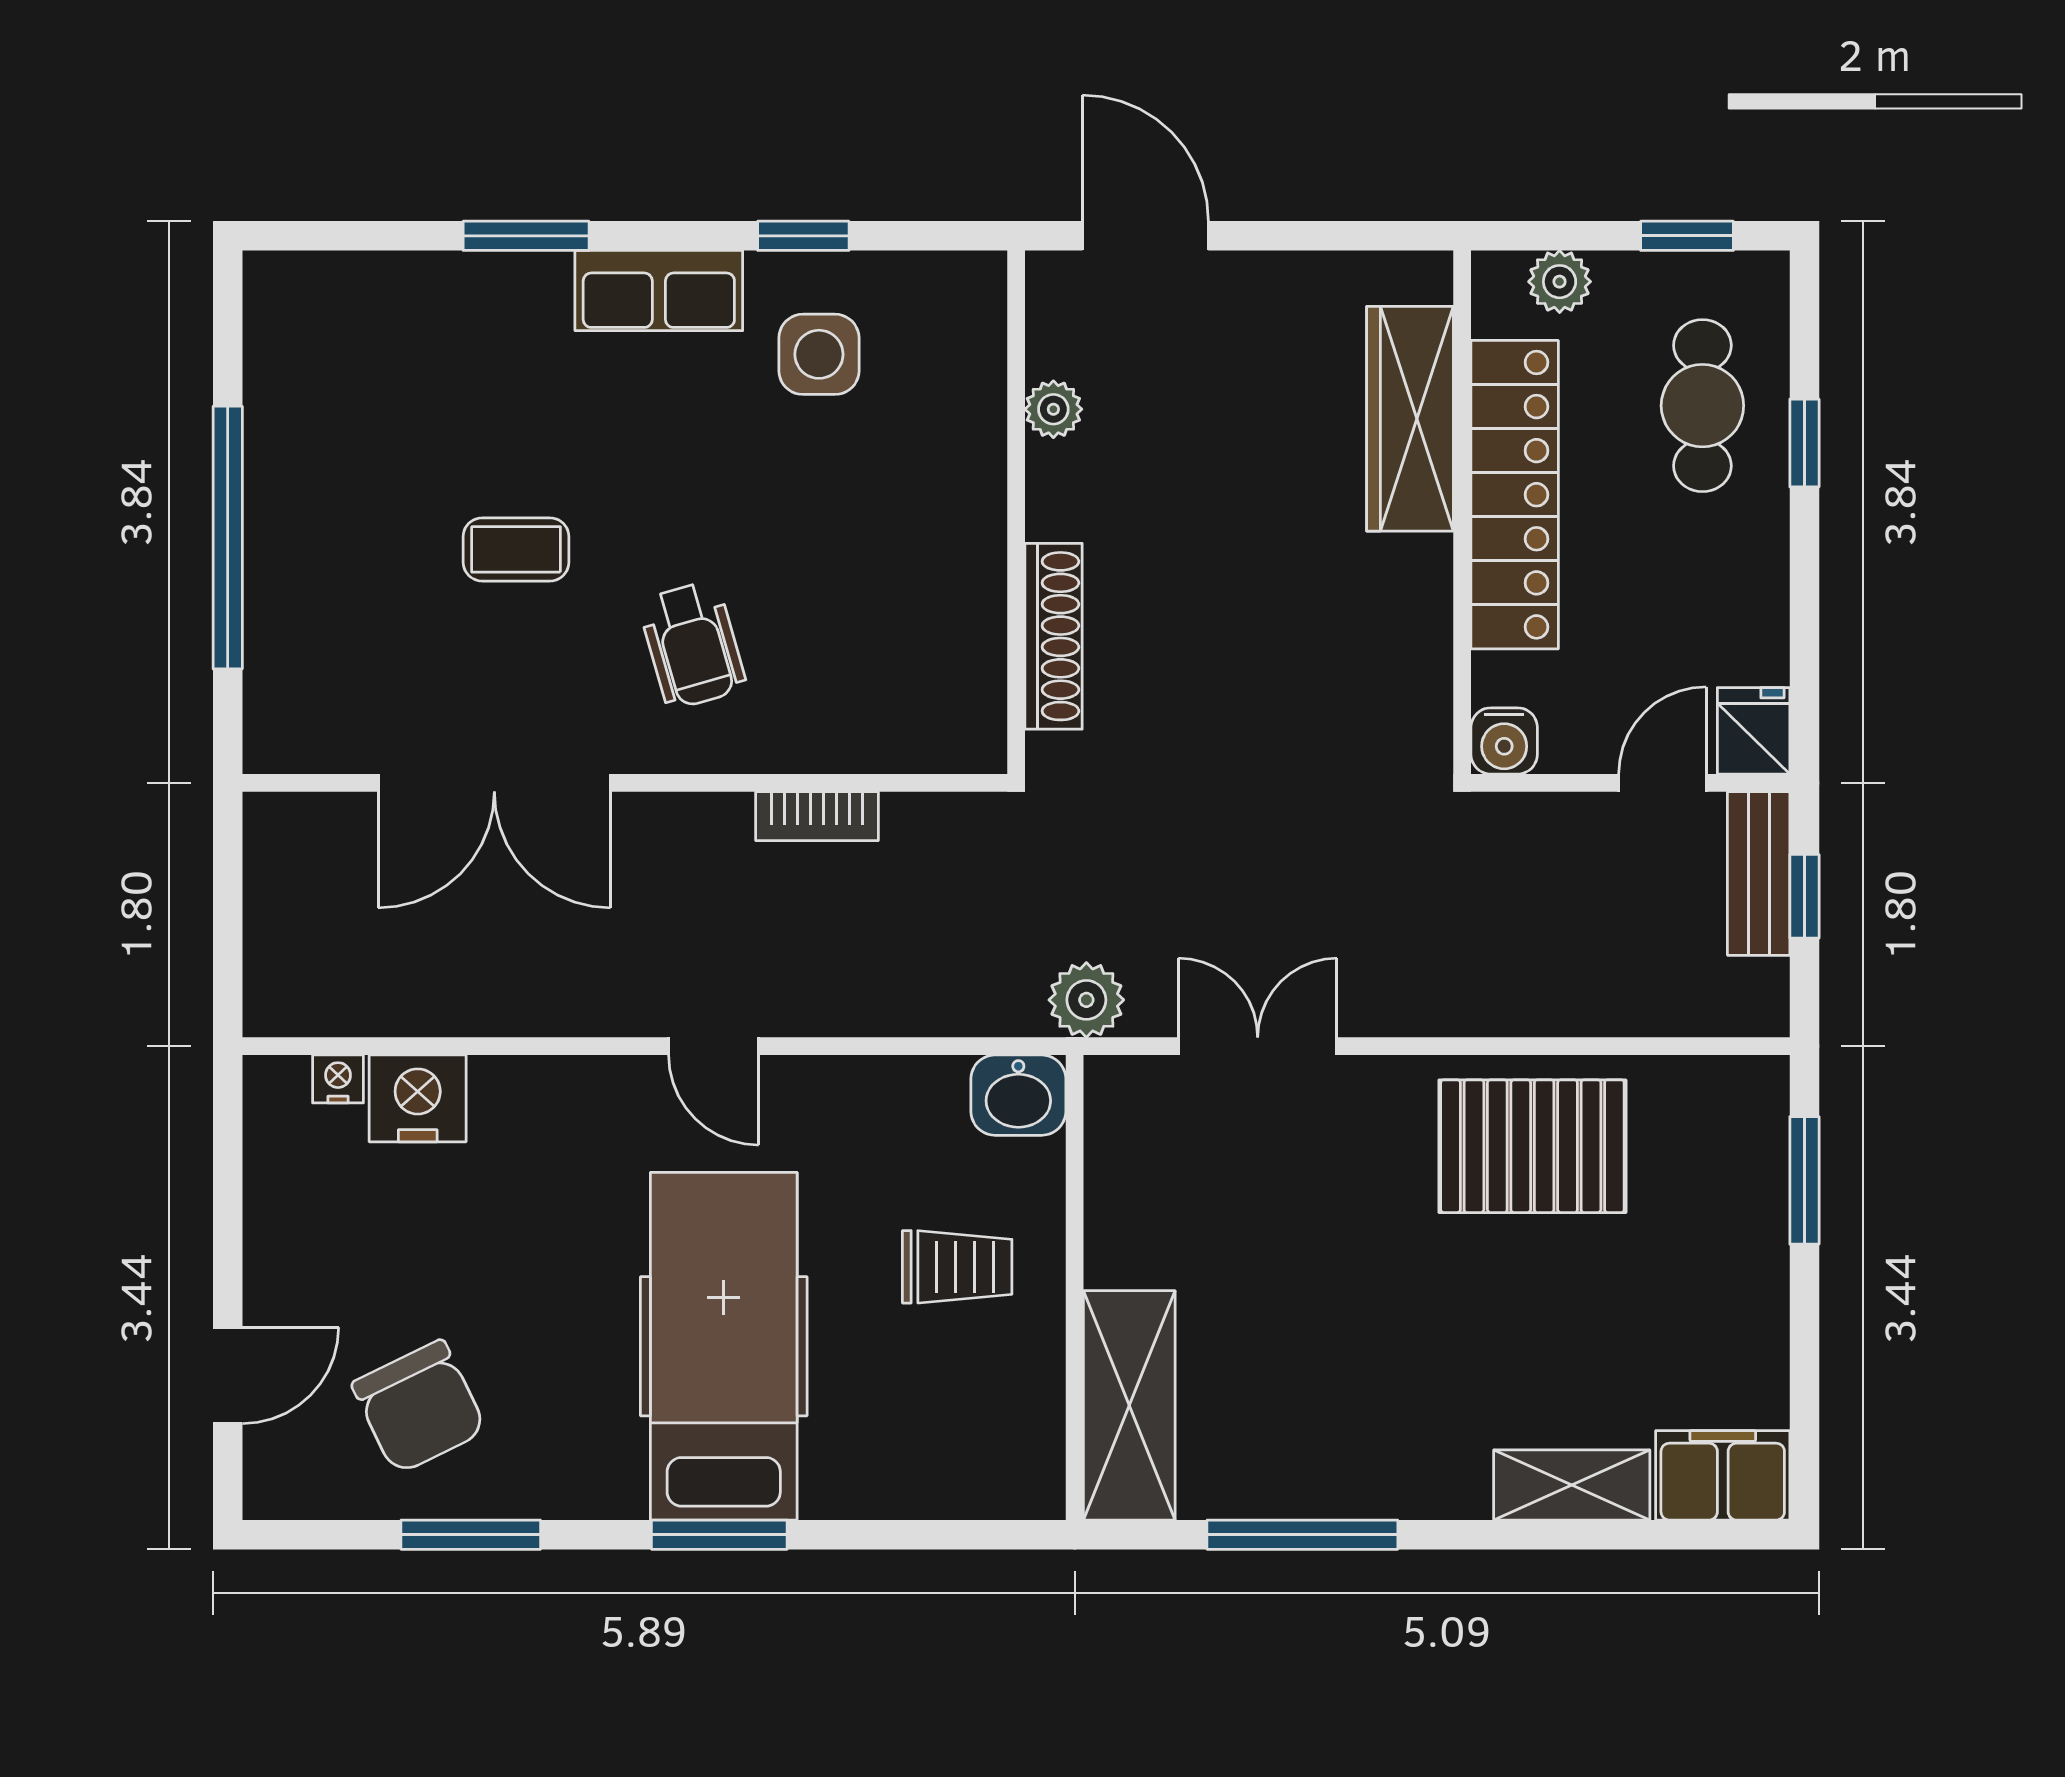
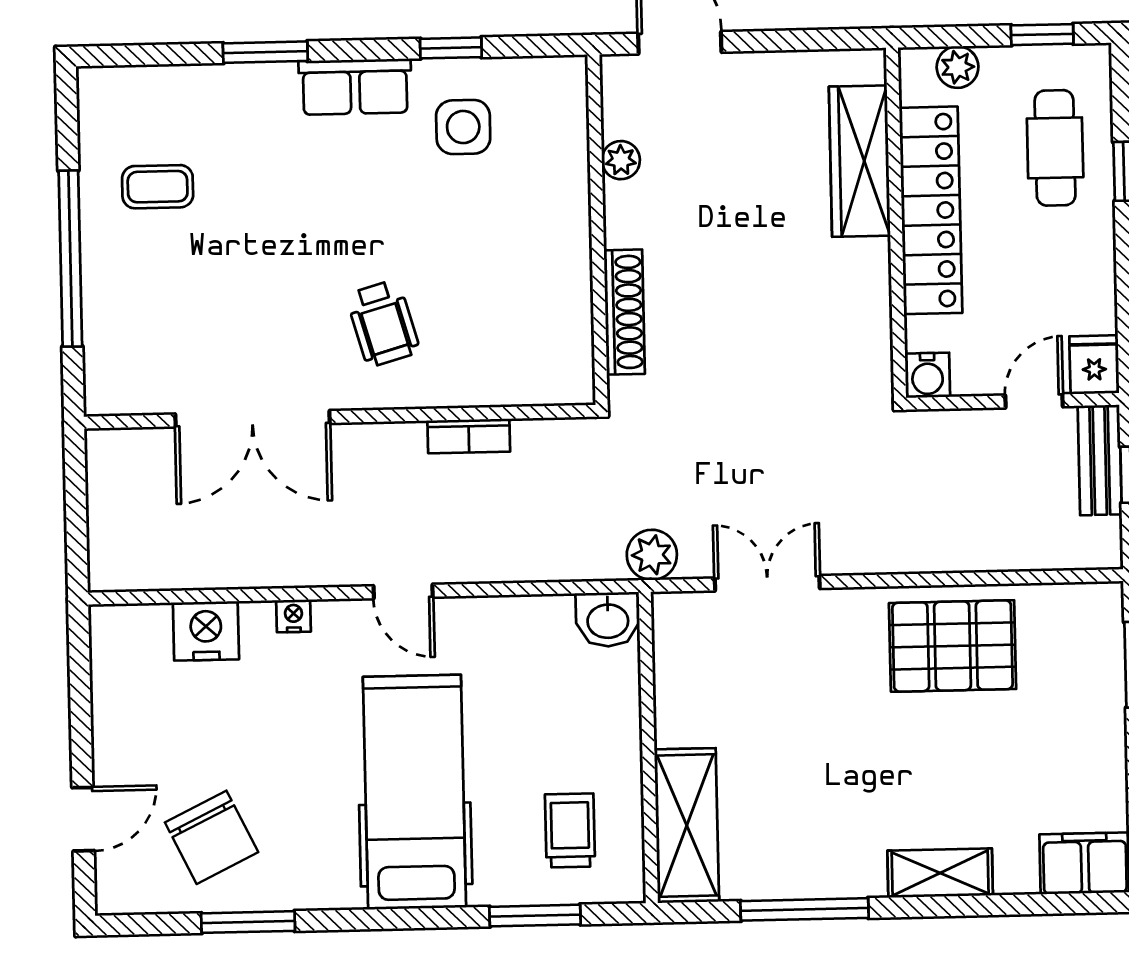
coffee table: (516, 549) -> (158, 187), moved
nightstand: (338, 1079) -> (294, 616), moved
trolley: (957, 1267) -> (570, 830), moved, turned -90
shelving: (1572, 1485) -> (940, 873), moved
window: (719, 1535) -> (535, 916), moved

